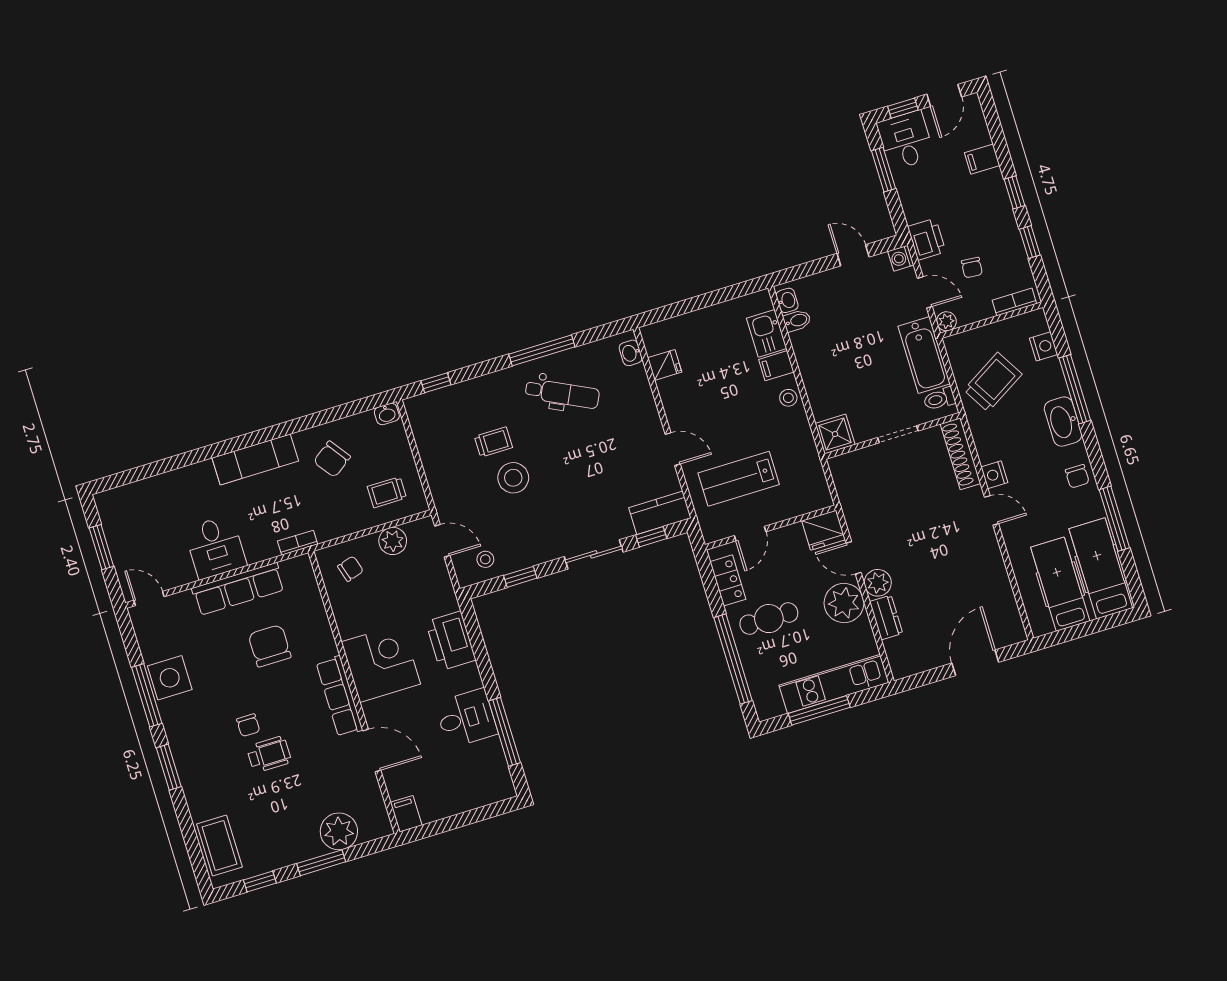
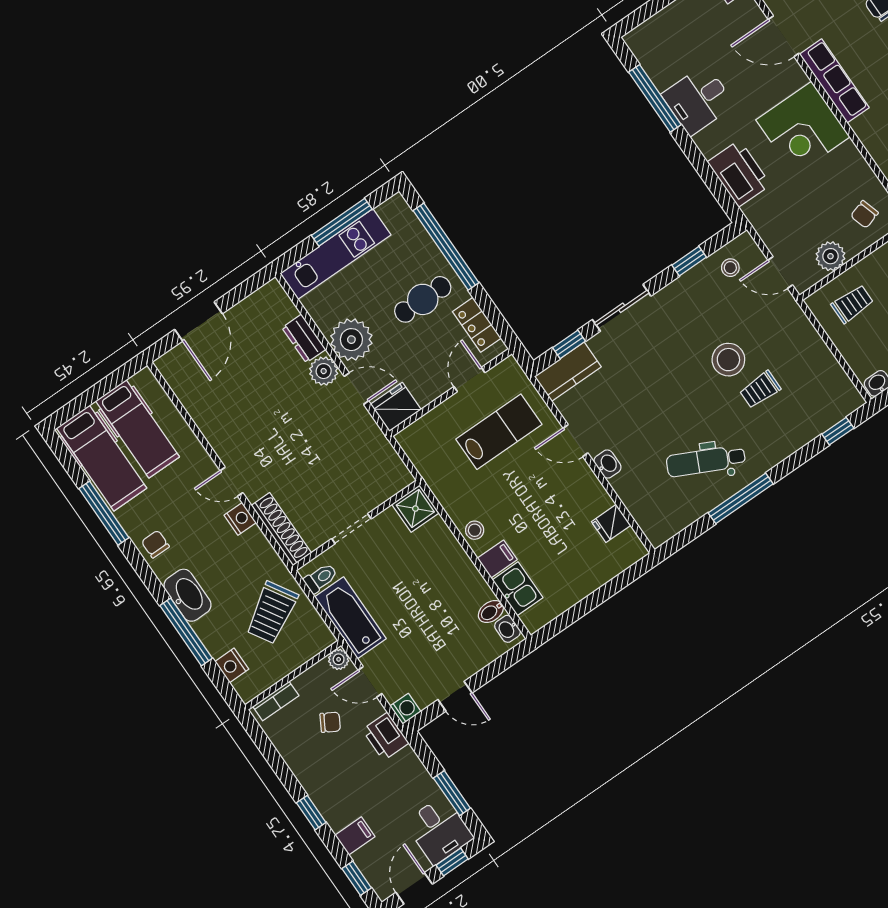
window: (1030, 242) -> (357, 878), moved
chair: (972, 268) -> (330, 722), turned 115
washbasin: (631, 353) -> (608, 464), moved

